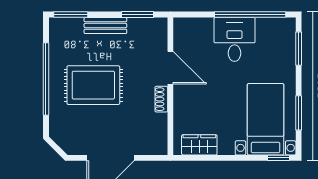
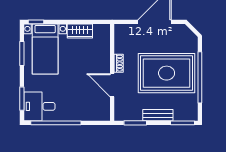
desk: (235, 39) -> (39, 106), moved, turned 90
rug: (93, 85) -> (167, 73), width x1.37, depth x1.44
wardrobe: (199, 145) -> (80, 31), moved

